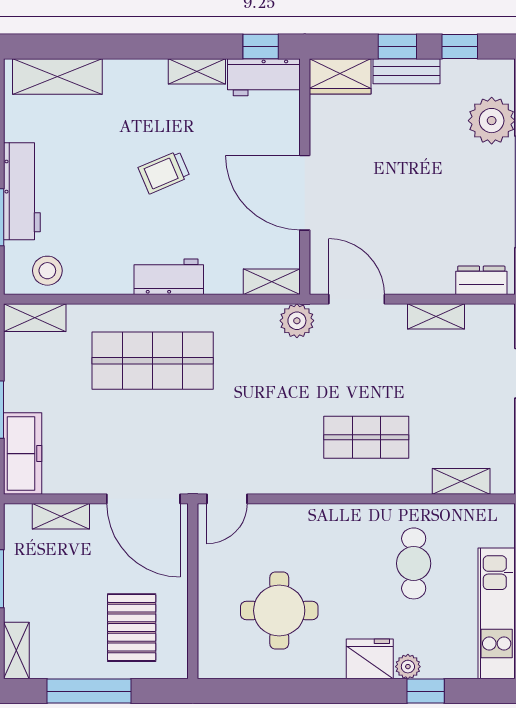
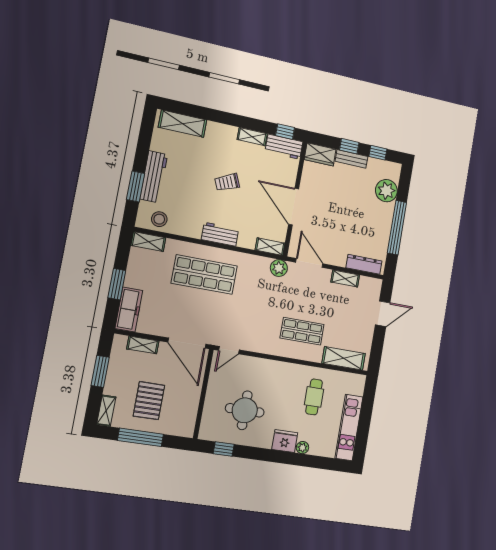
dresser: (481, 280) -> (364, 264), width x1.44
shelving: (461, 481) -> (344, 358), width x1.50, depth x1.33
pallet: (132, 628) -> (149, 401), moved
window: (426, 691) -> (224, 449), moved

